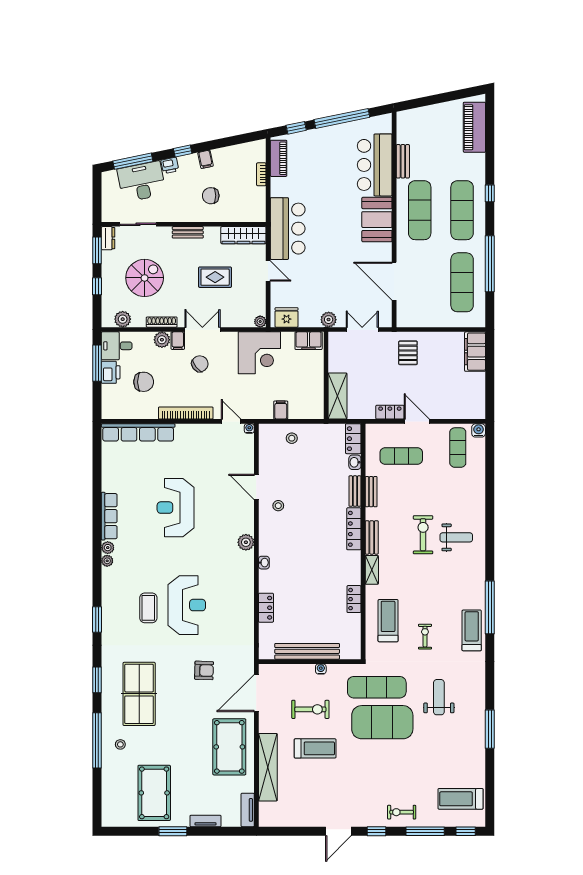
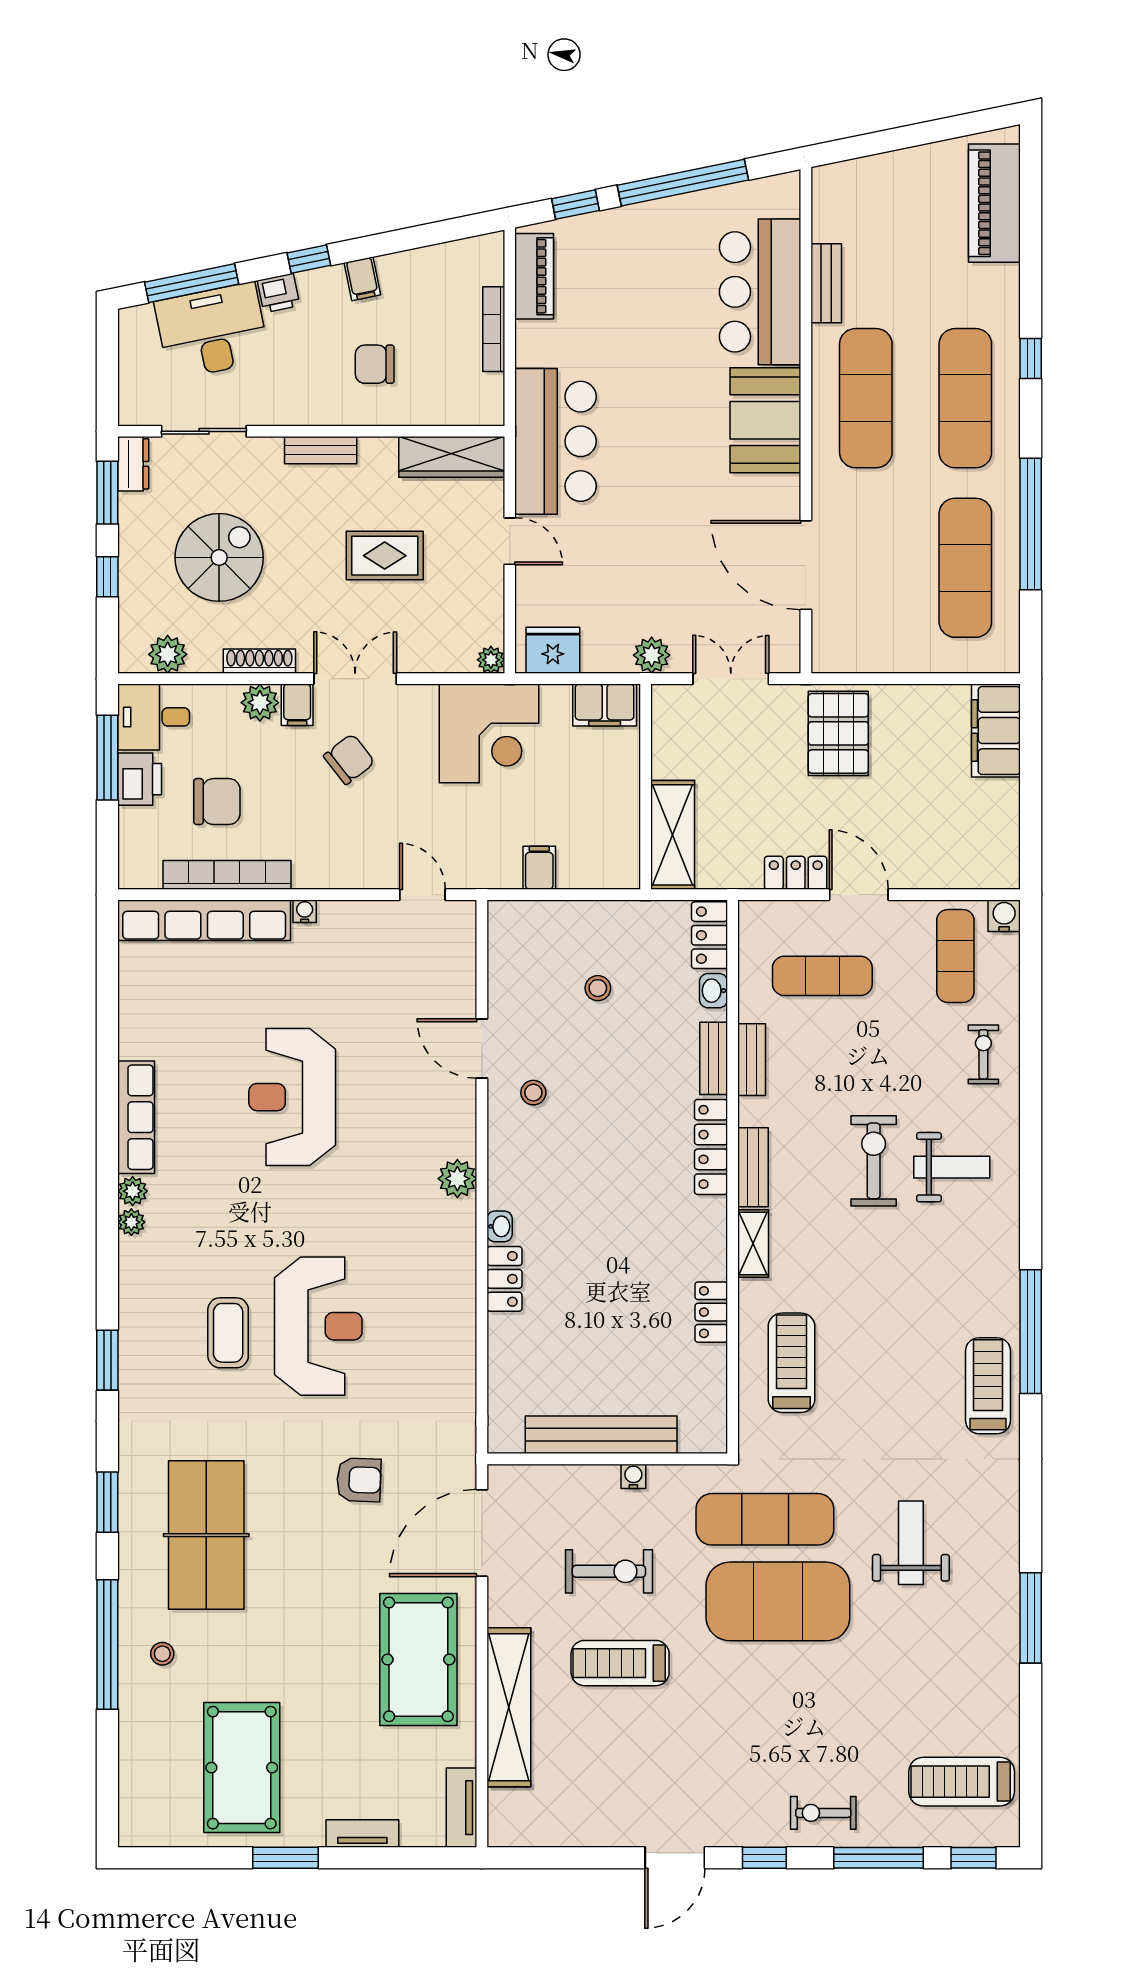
bookcase: (261, 174) -> (494, 329), width x1.56
pallet: (408, 353) -> (838, 733), width x1.50, depth x1.42
bookcase: (186, 413) -> (227, 875), moved
water cooler: (249, 429) -> (305, 911), moved
stool: (292, 438) -> (598, 988), moved
locker: (266, 608) -> (504, 1279), moved
exercise bike: (425, 637) -> (983, 1054), moved
treadmill: (315, 748) -> (620, 1663), turned 180

